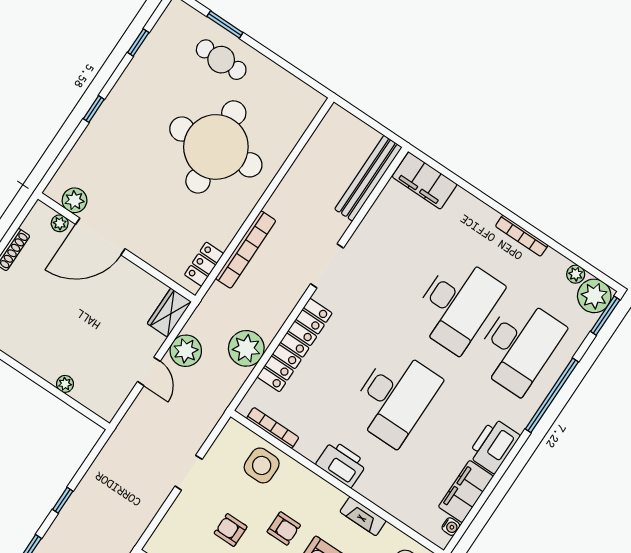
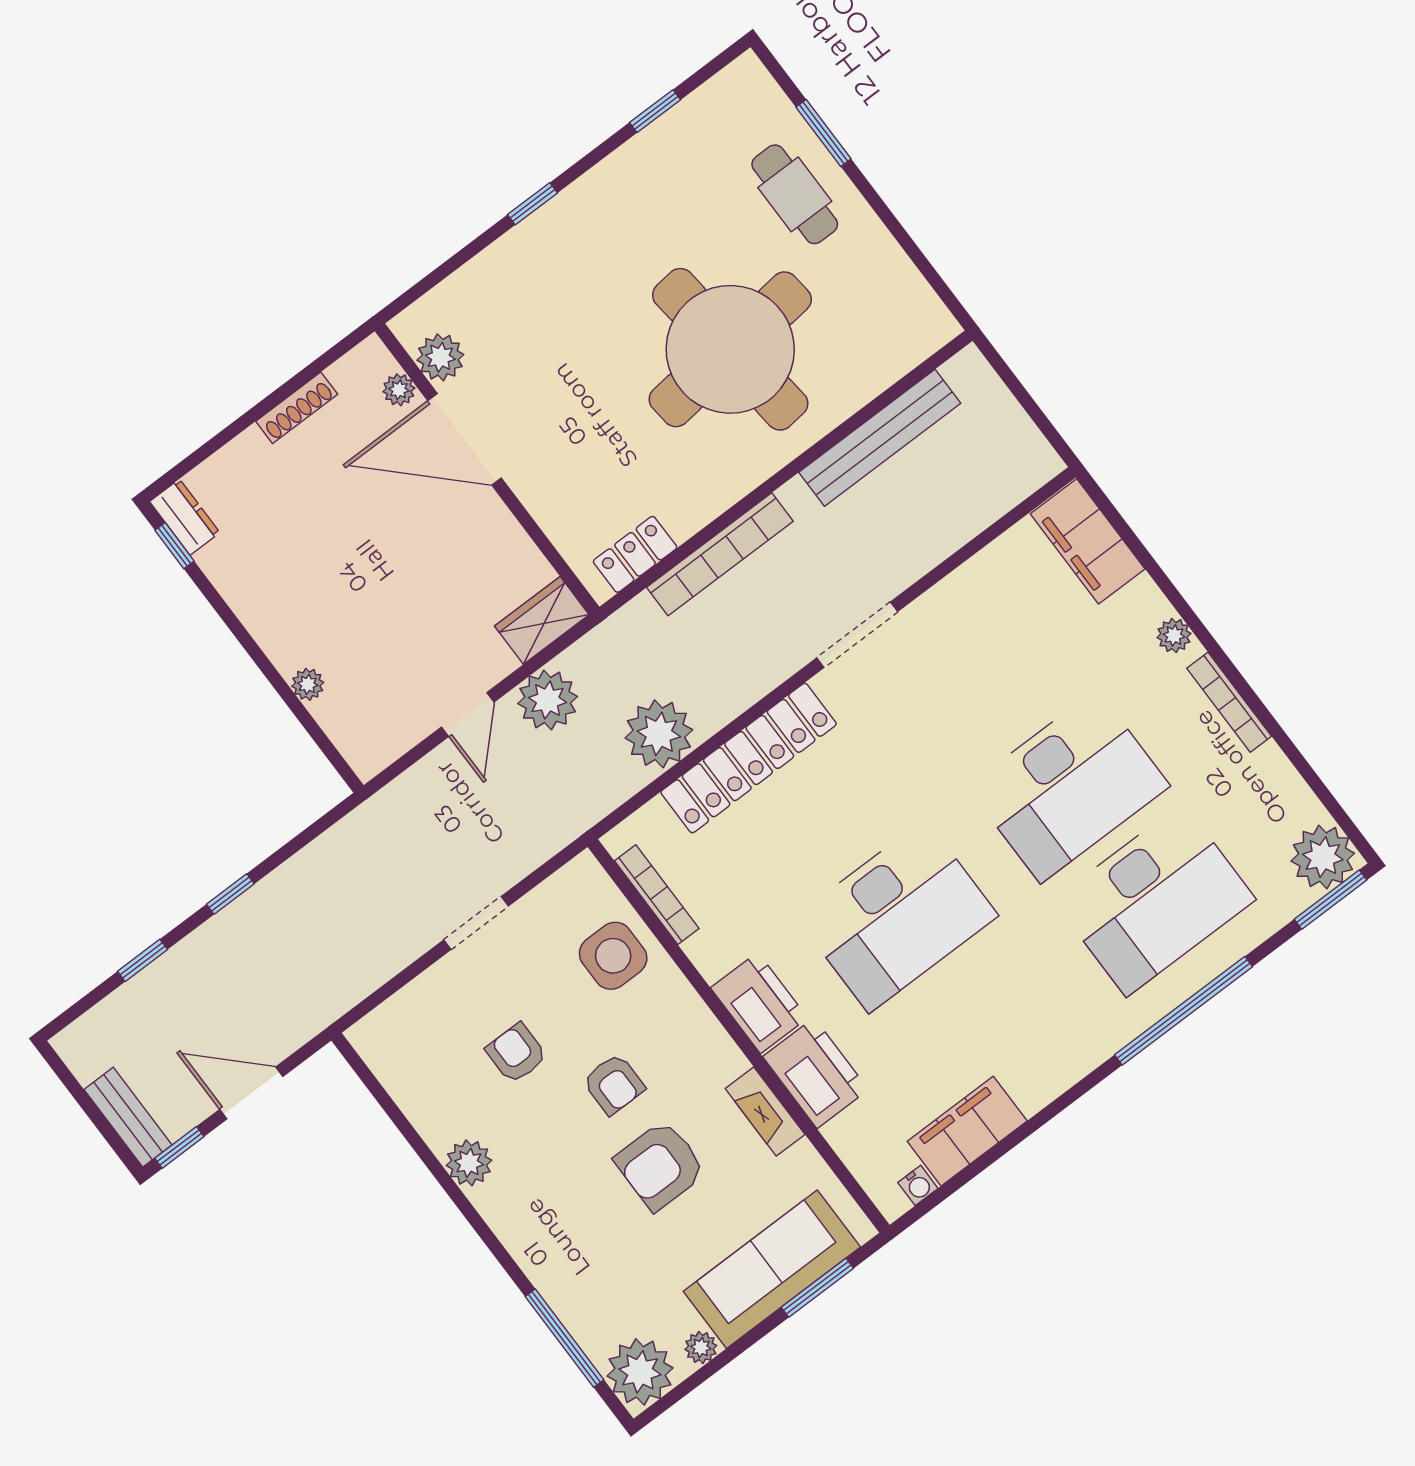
bench: (368, 178) -> (880, 438), moved
plant: (576, 274) -> (1174, 636), moved
printer: (494, 446) -> (816, 1073), moved, turned 90

